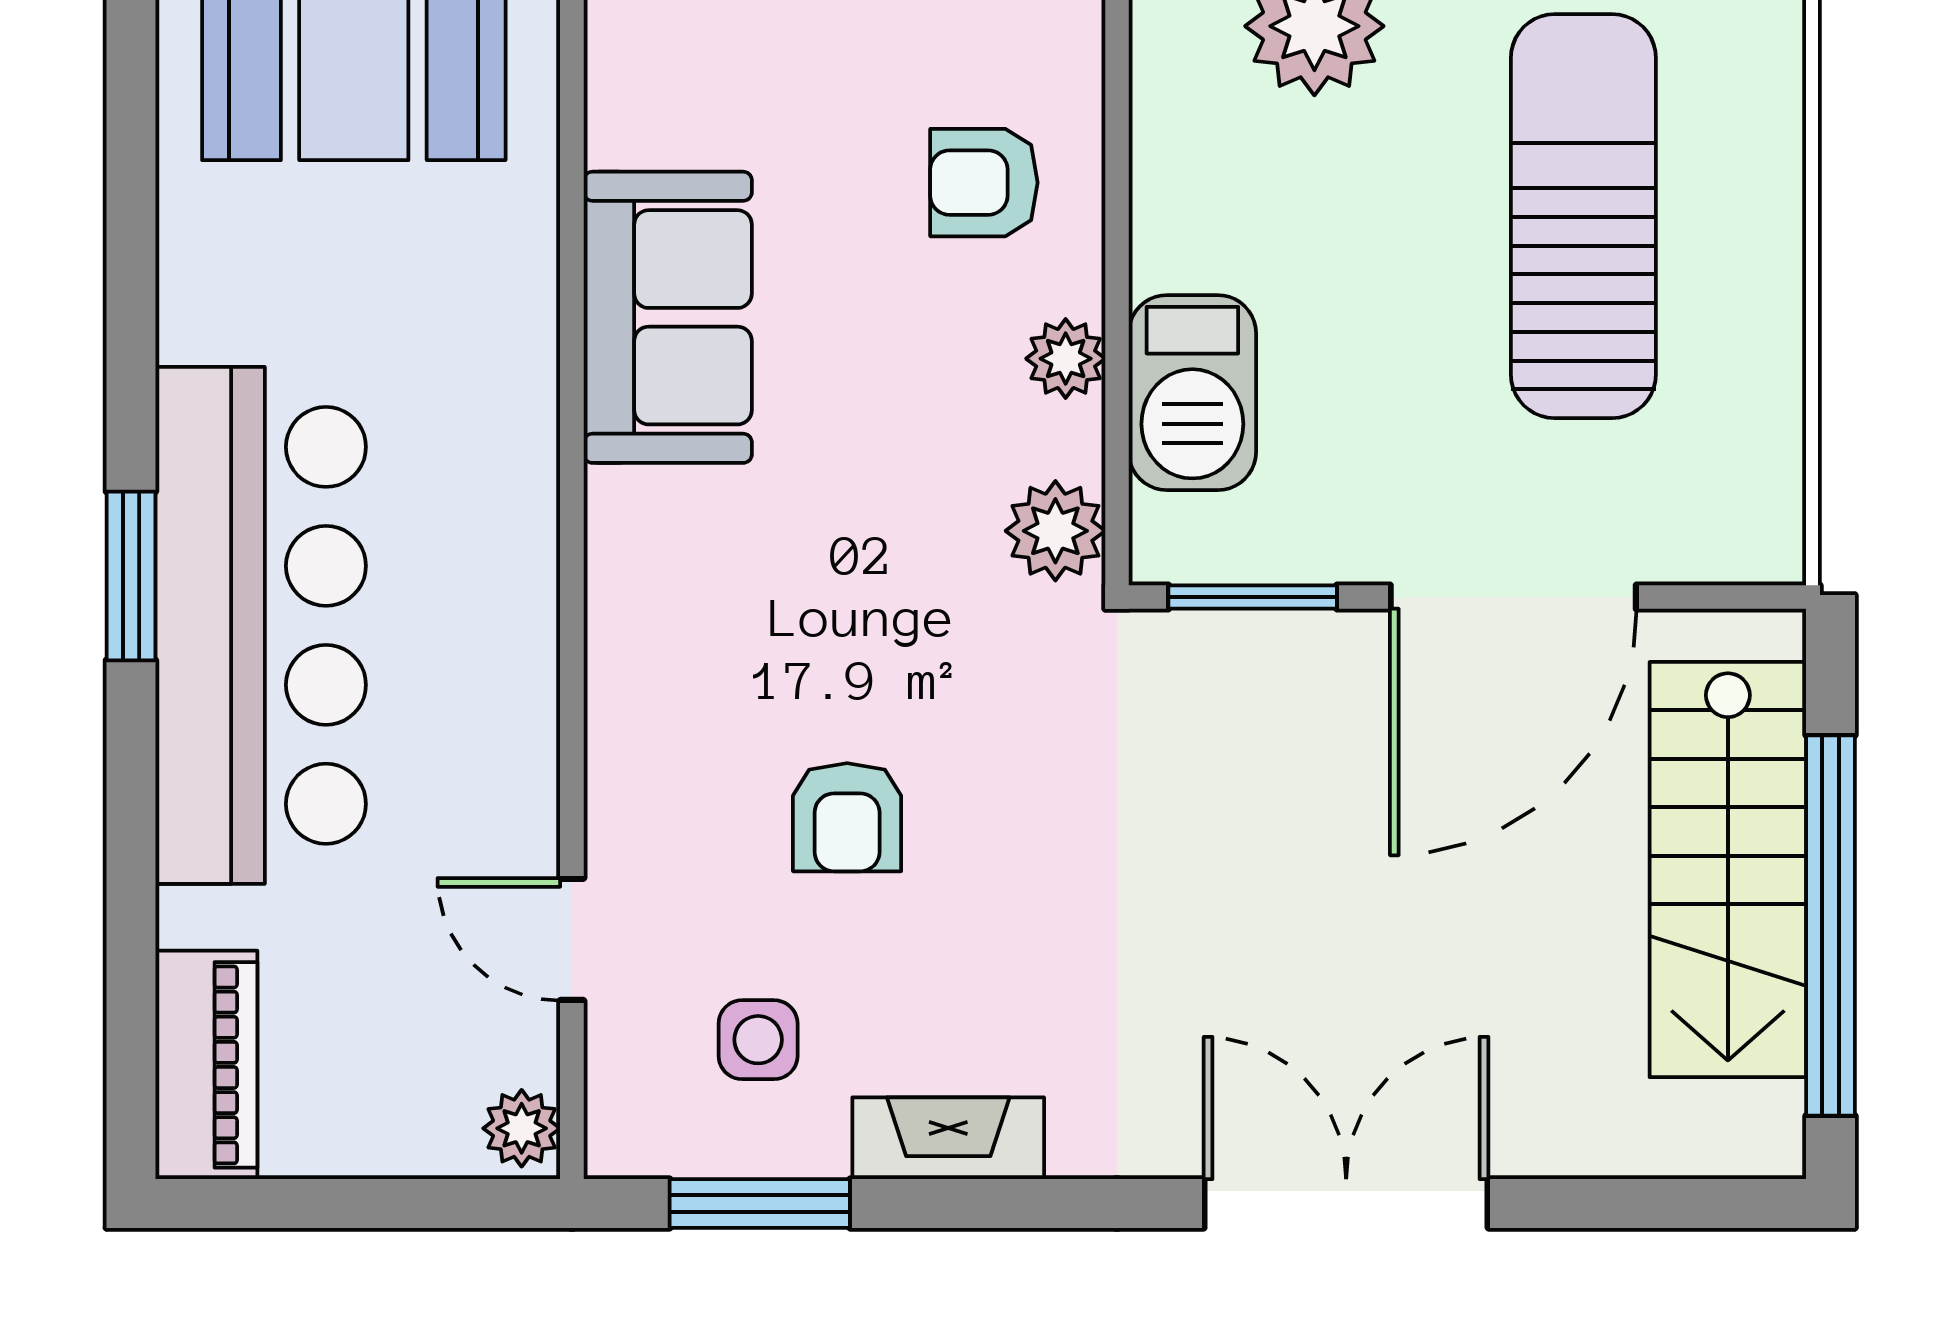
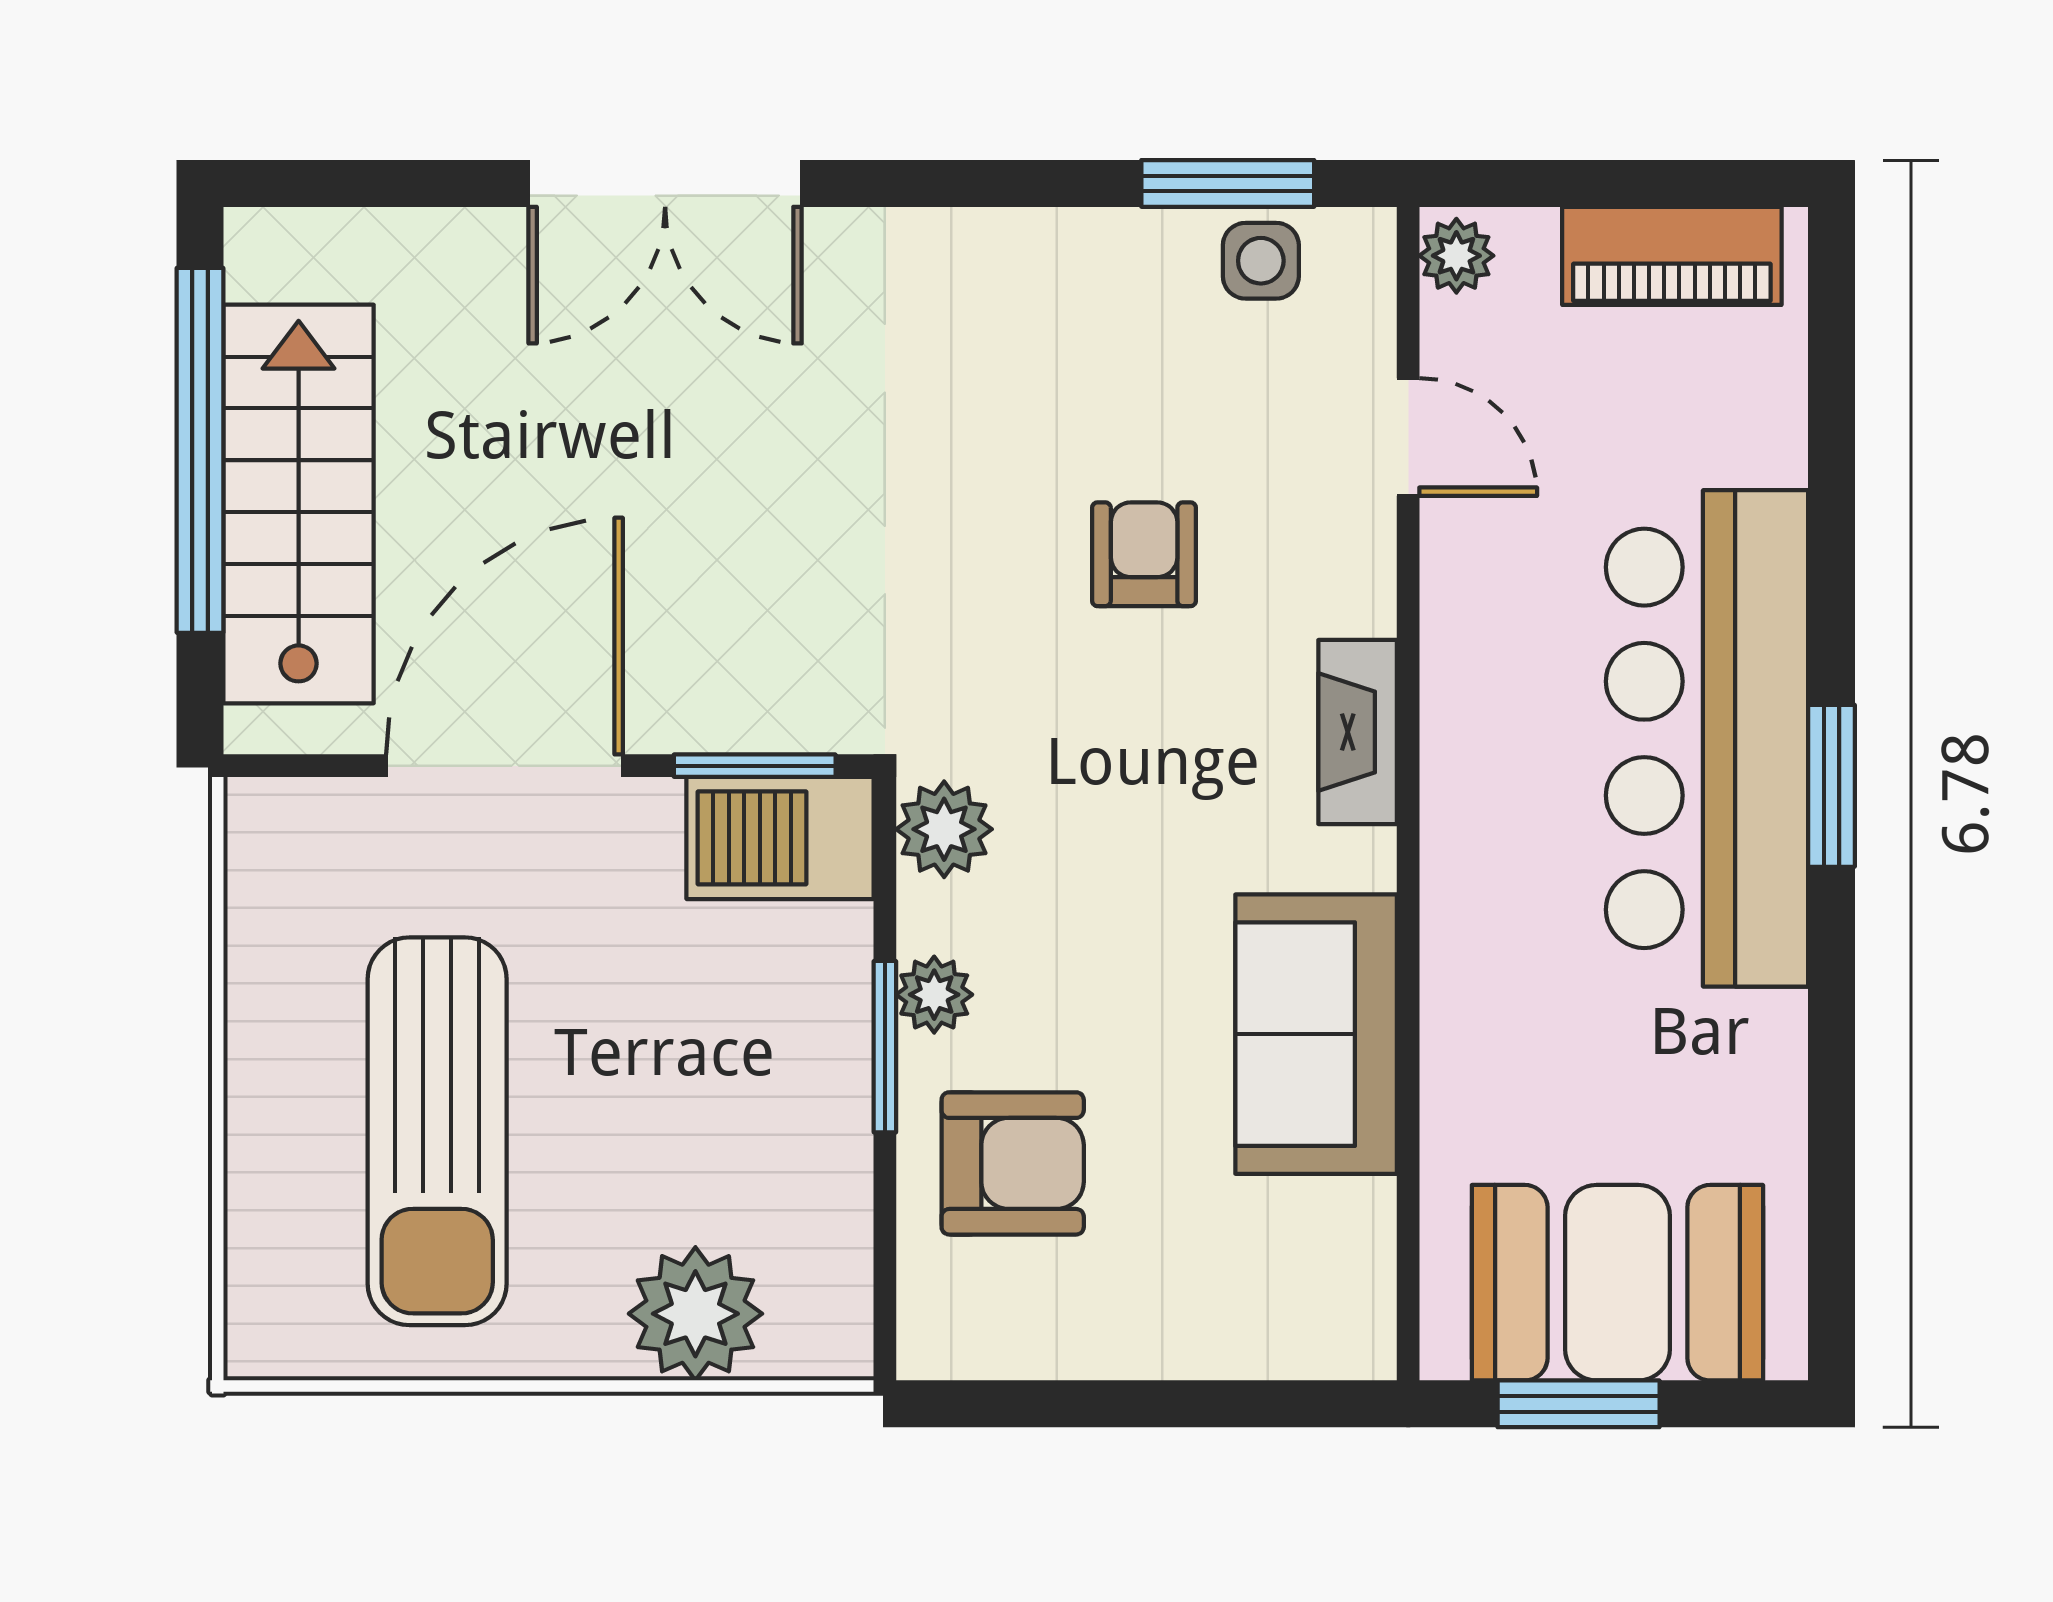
armchair: (984, 183) -> (1013, 1163), width x1.38, depth x1.38
window: (1117, 304) -> (885, 1047), added
barbecue: (1192, 393) -> (780, 838), moved, turned -90
side table: (758, 1040) -> (1261, 261), moved
piano: (206, 1065) -> (1672, 256), moved, turned -90
fireplace: (948, 1138) -> (1358, 732), moved, turned 90

